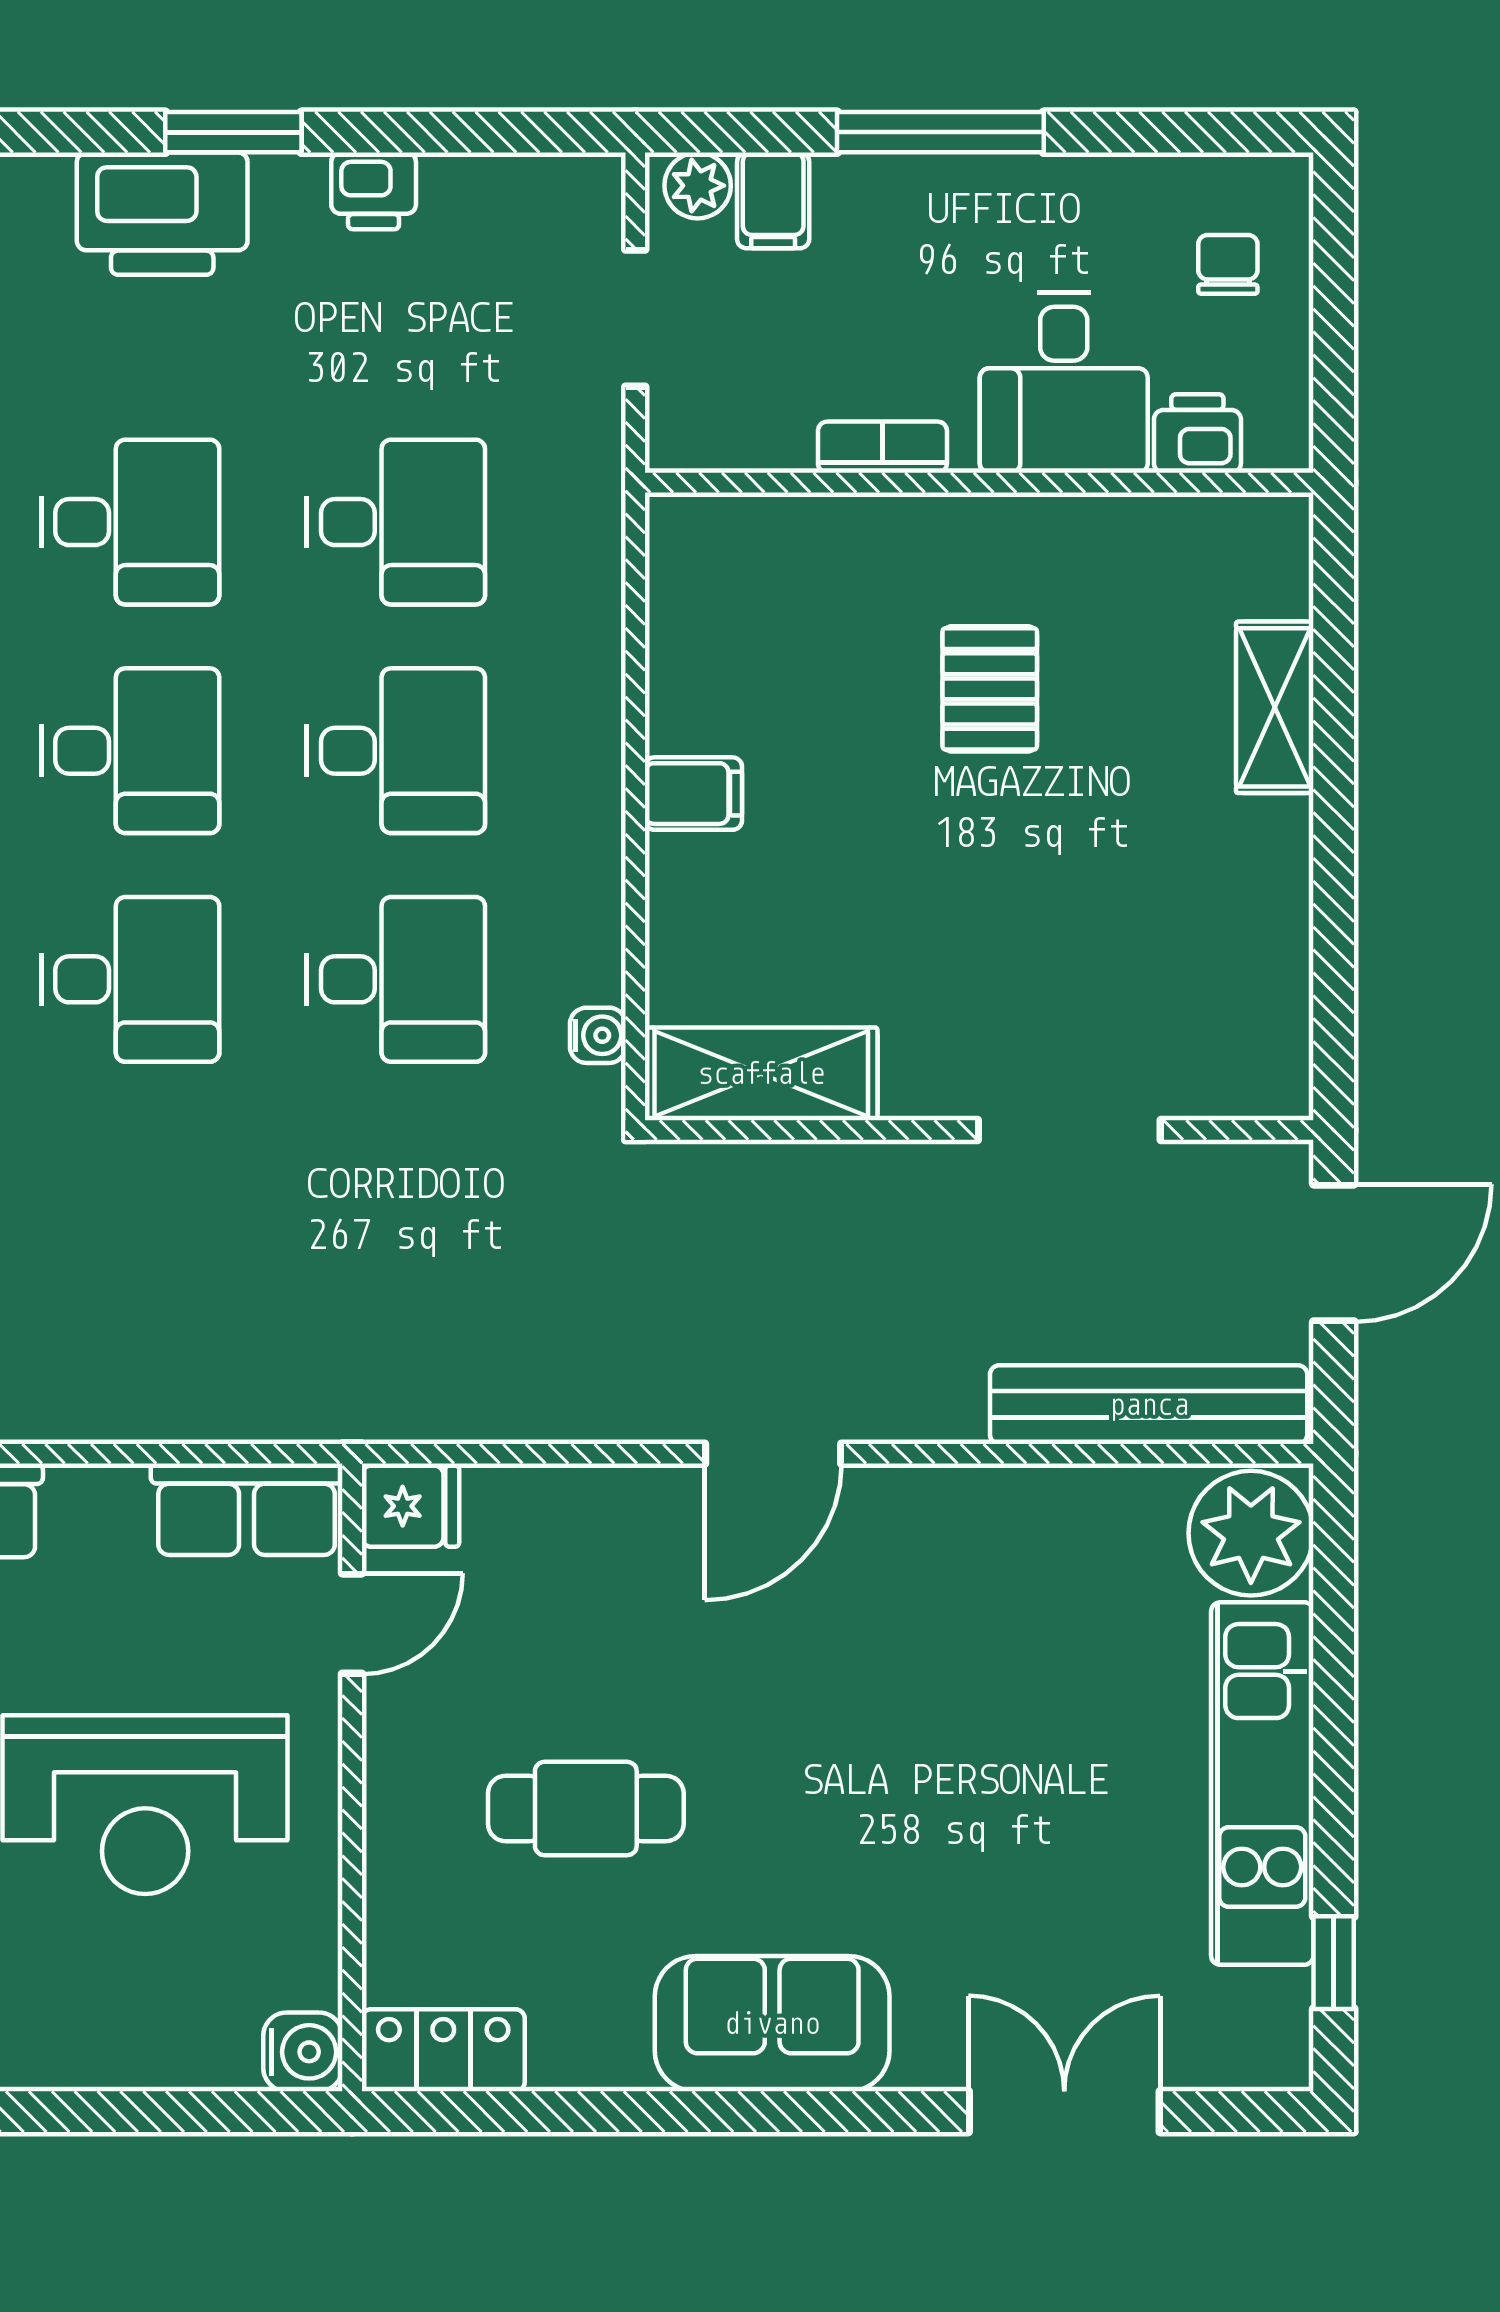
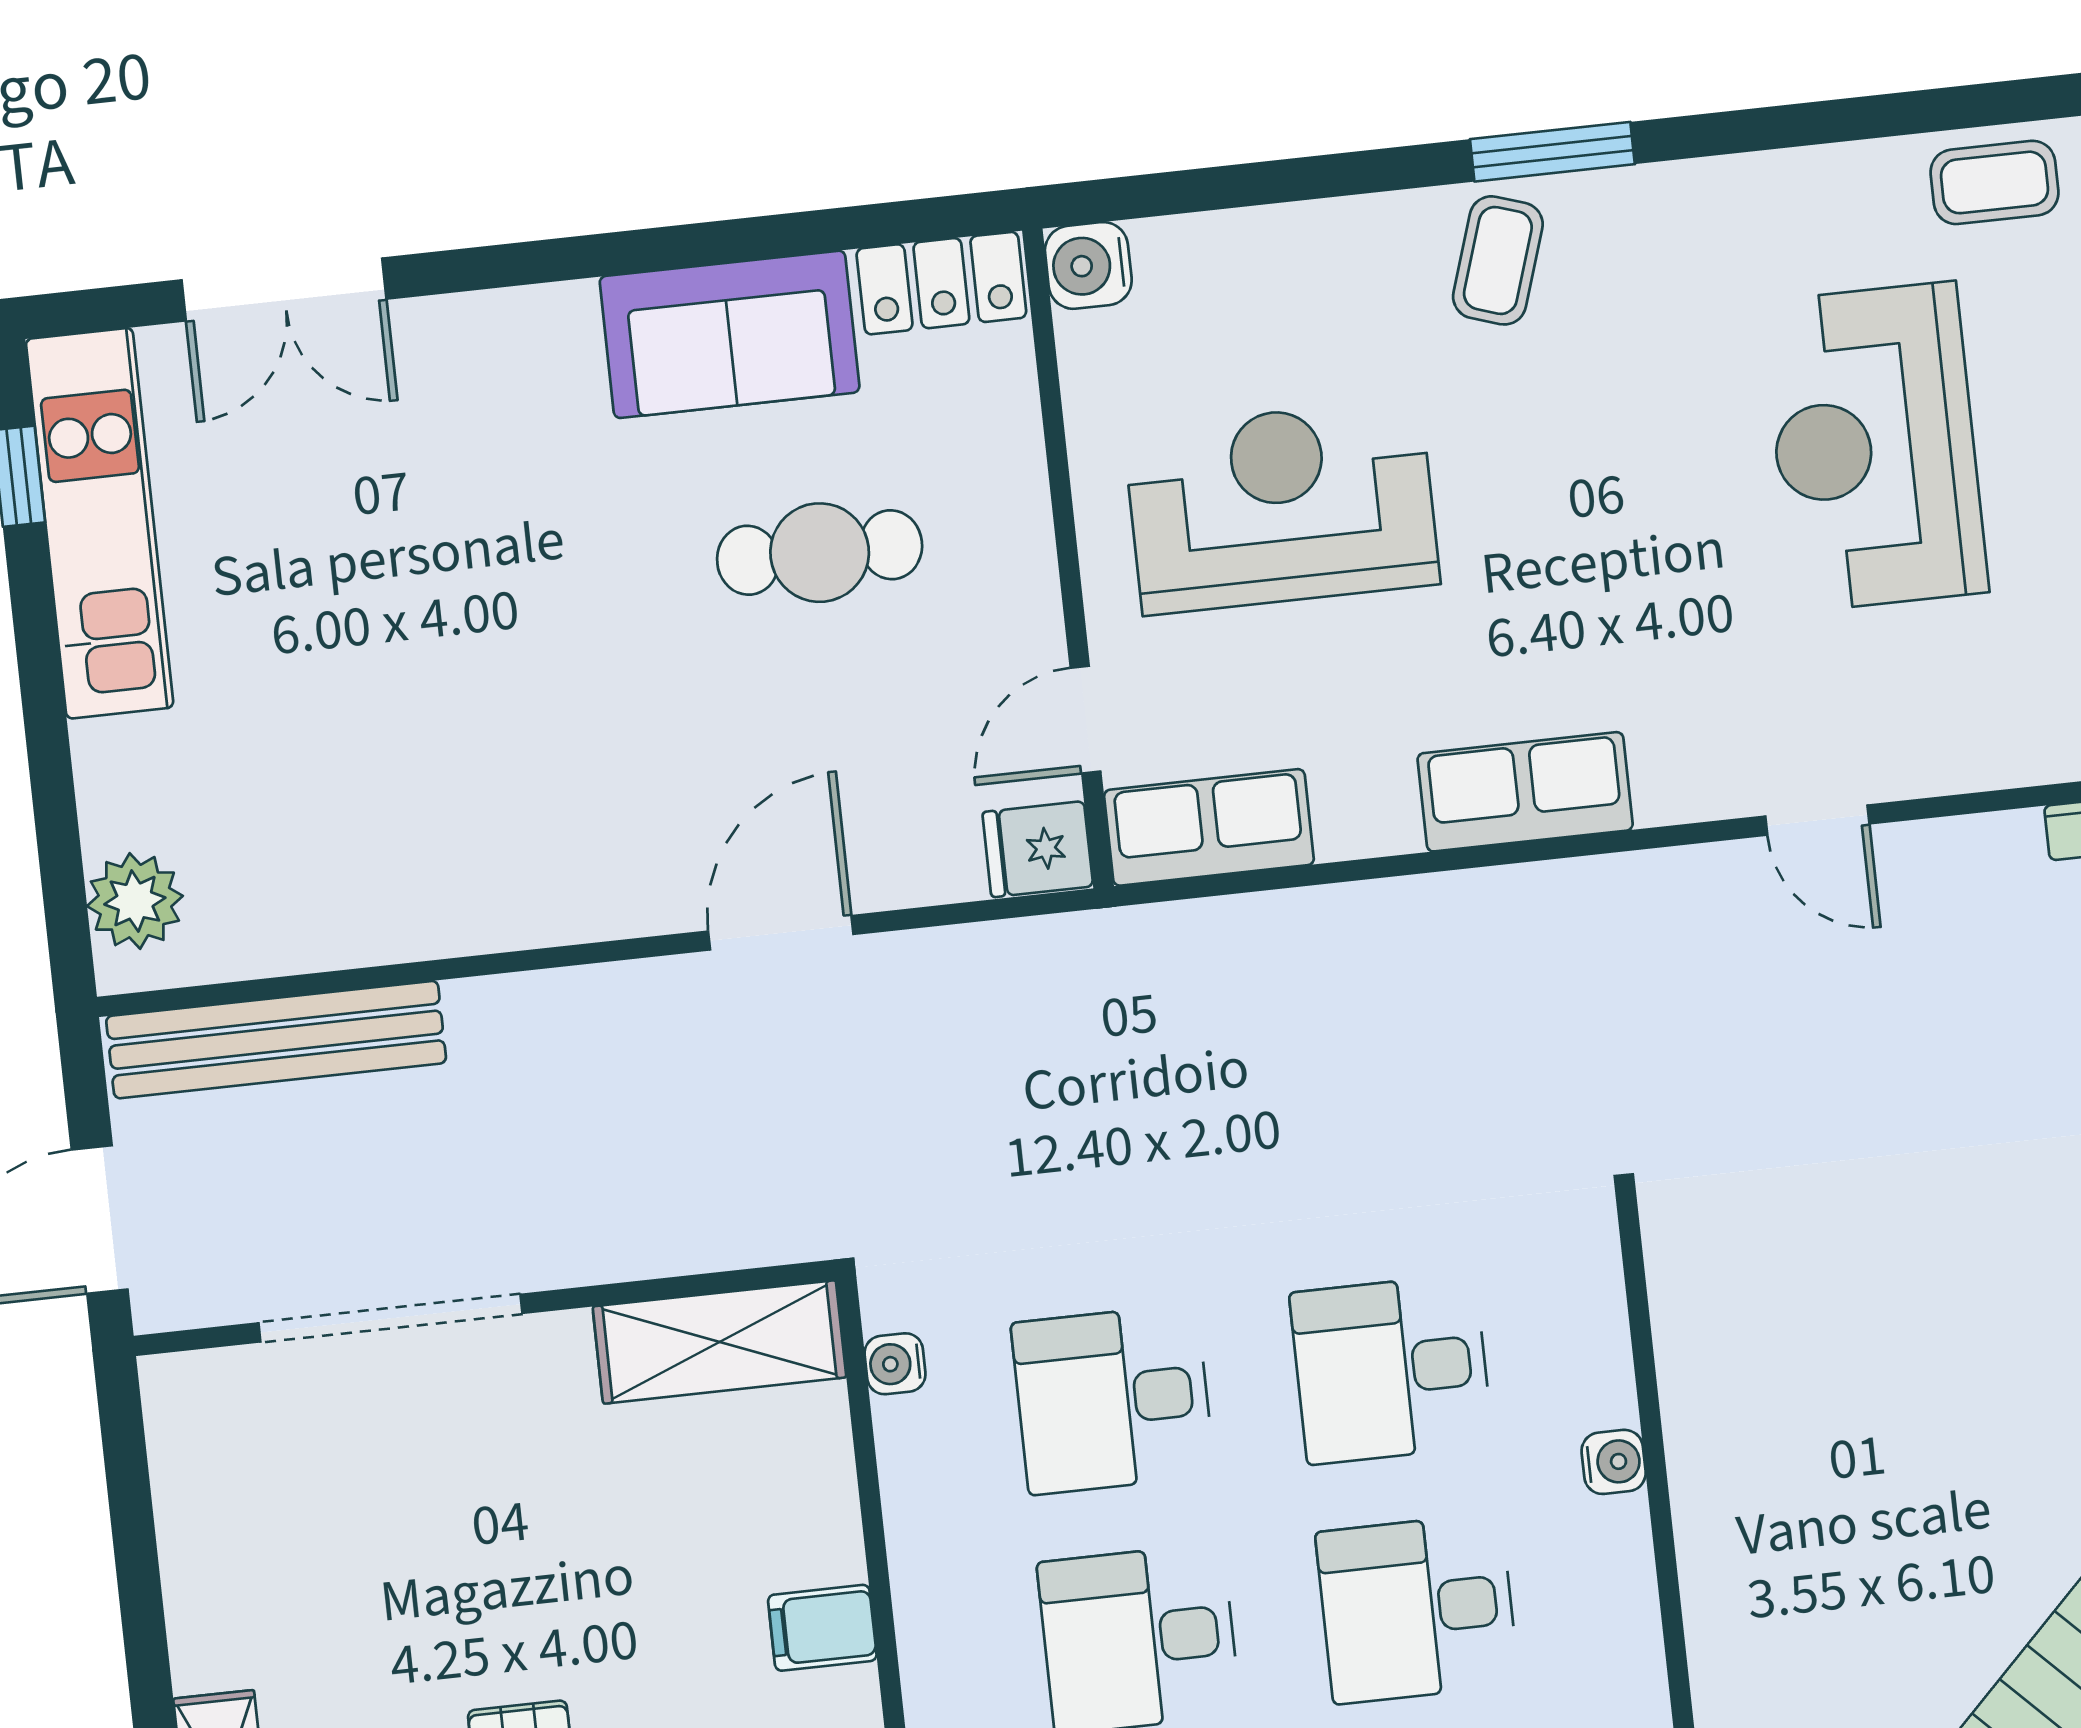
doorway: (1069, 1130) -> (390, 1318), width x1.36
door: (773, 1454) -> (781, 933), moved
plant: (1251, 1533) -> (135, 901), width x0.73, depth x0.73
kitchen unit: (1262, 1784) -> (100, 523), moved
sofa: (772, 2024) -> (730, 334), moved

